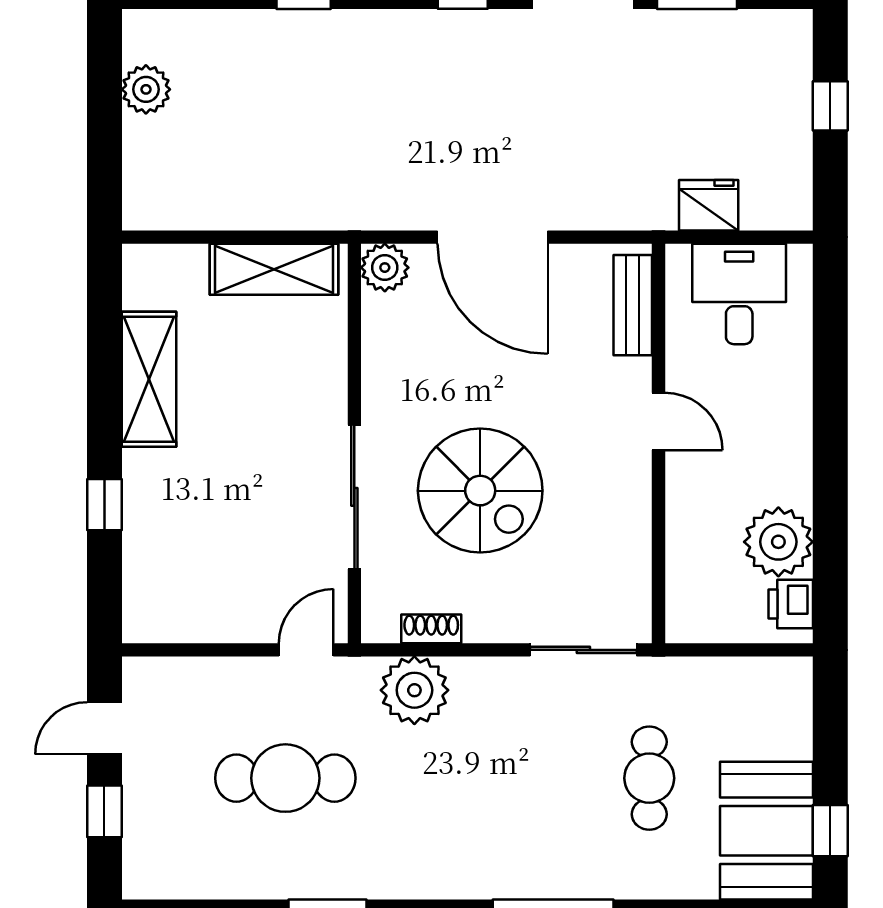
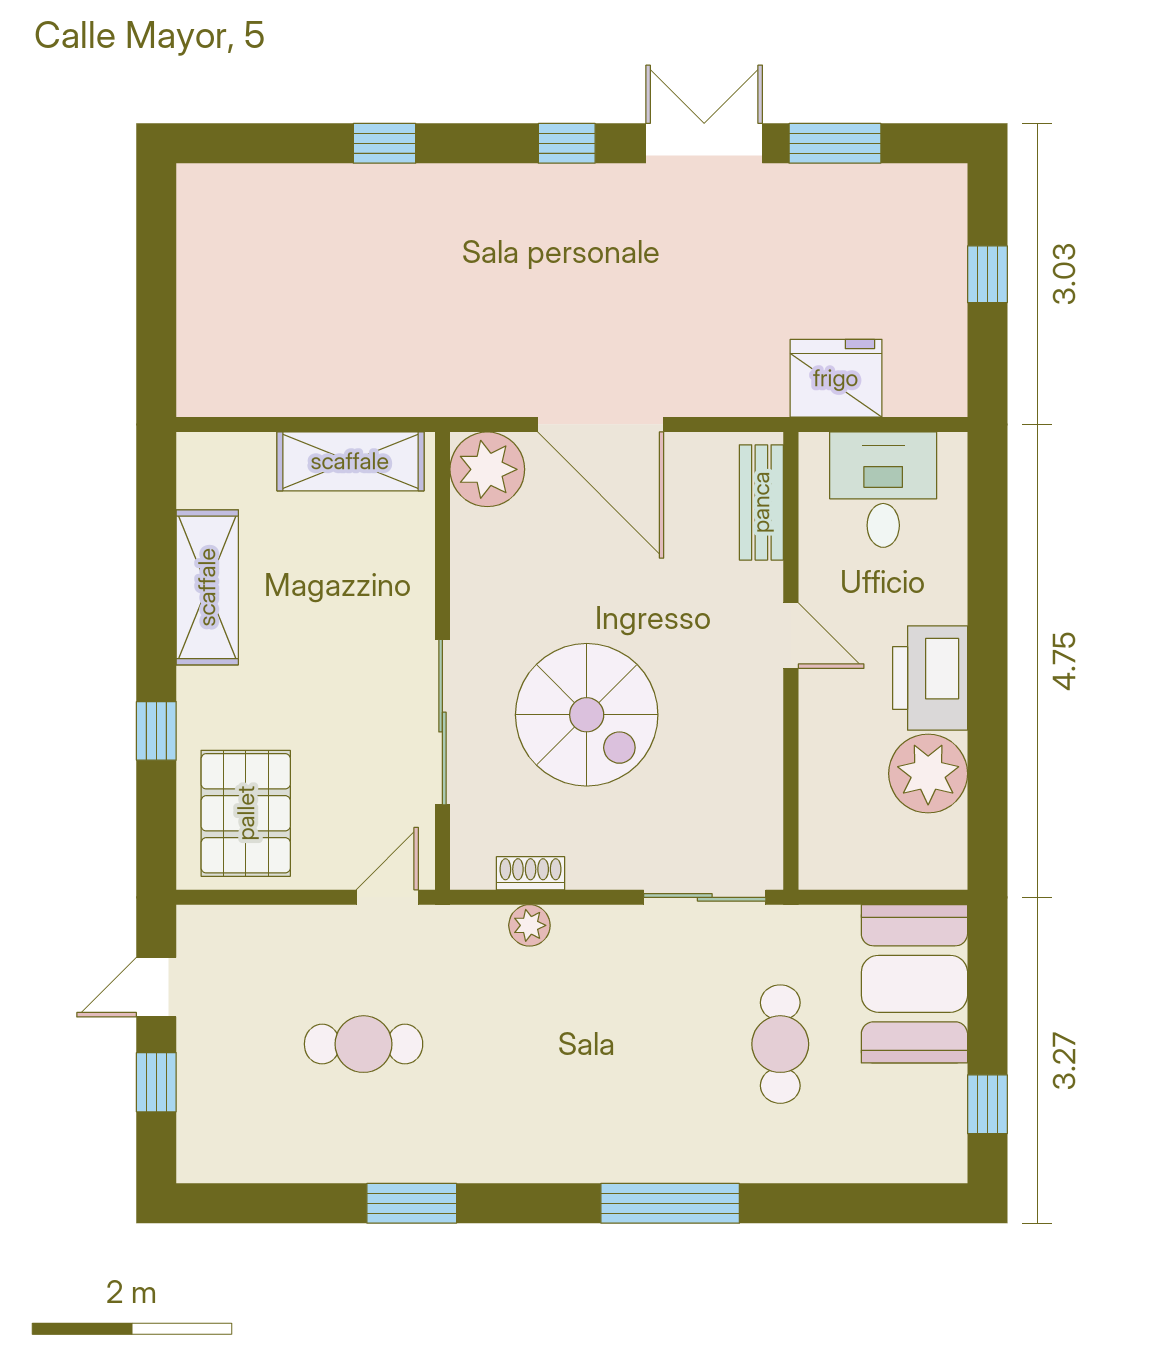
plant: (146, 89) -> (204, 255), removed
fridge: (709, 205) -> (836, 378), width x1.36, depth x1.34
plant: (385, 268) -> (487, 469), width x1.36, depth x1.36
pallet: (183, 577) -> (246, 813), added
printer: (791, 604) -> (930, 678), moved, width x1.87, depth x1.48
plant: (414, 690) -> (529, 925), width x0.53, depth x0.53
cafe table: (285, 778) -> (364, 1044), width x0.73, depth x0.74
booth: (766, 831) -> (914, 984), moved

